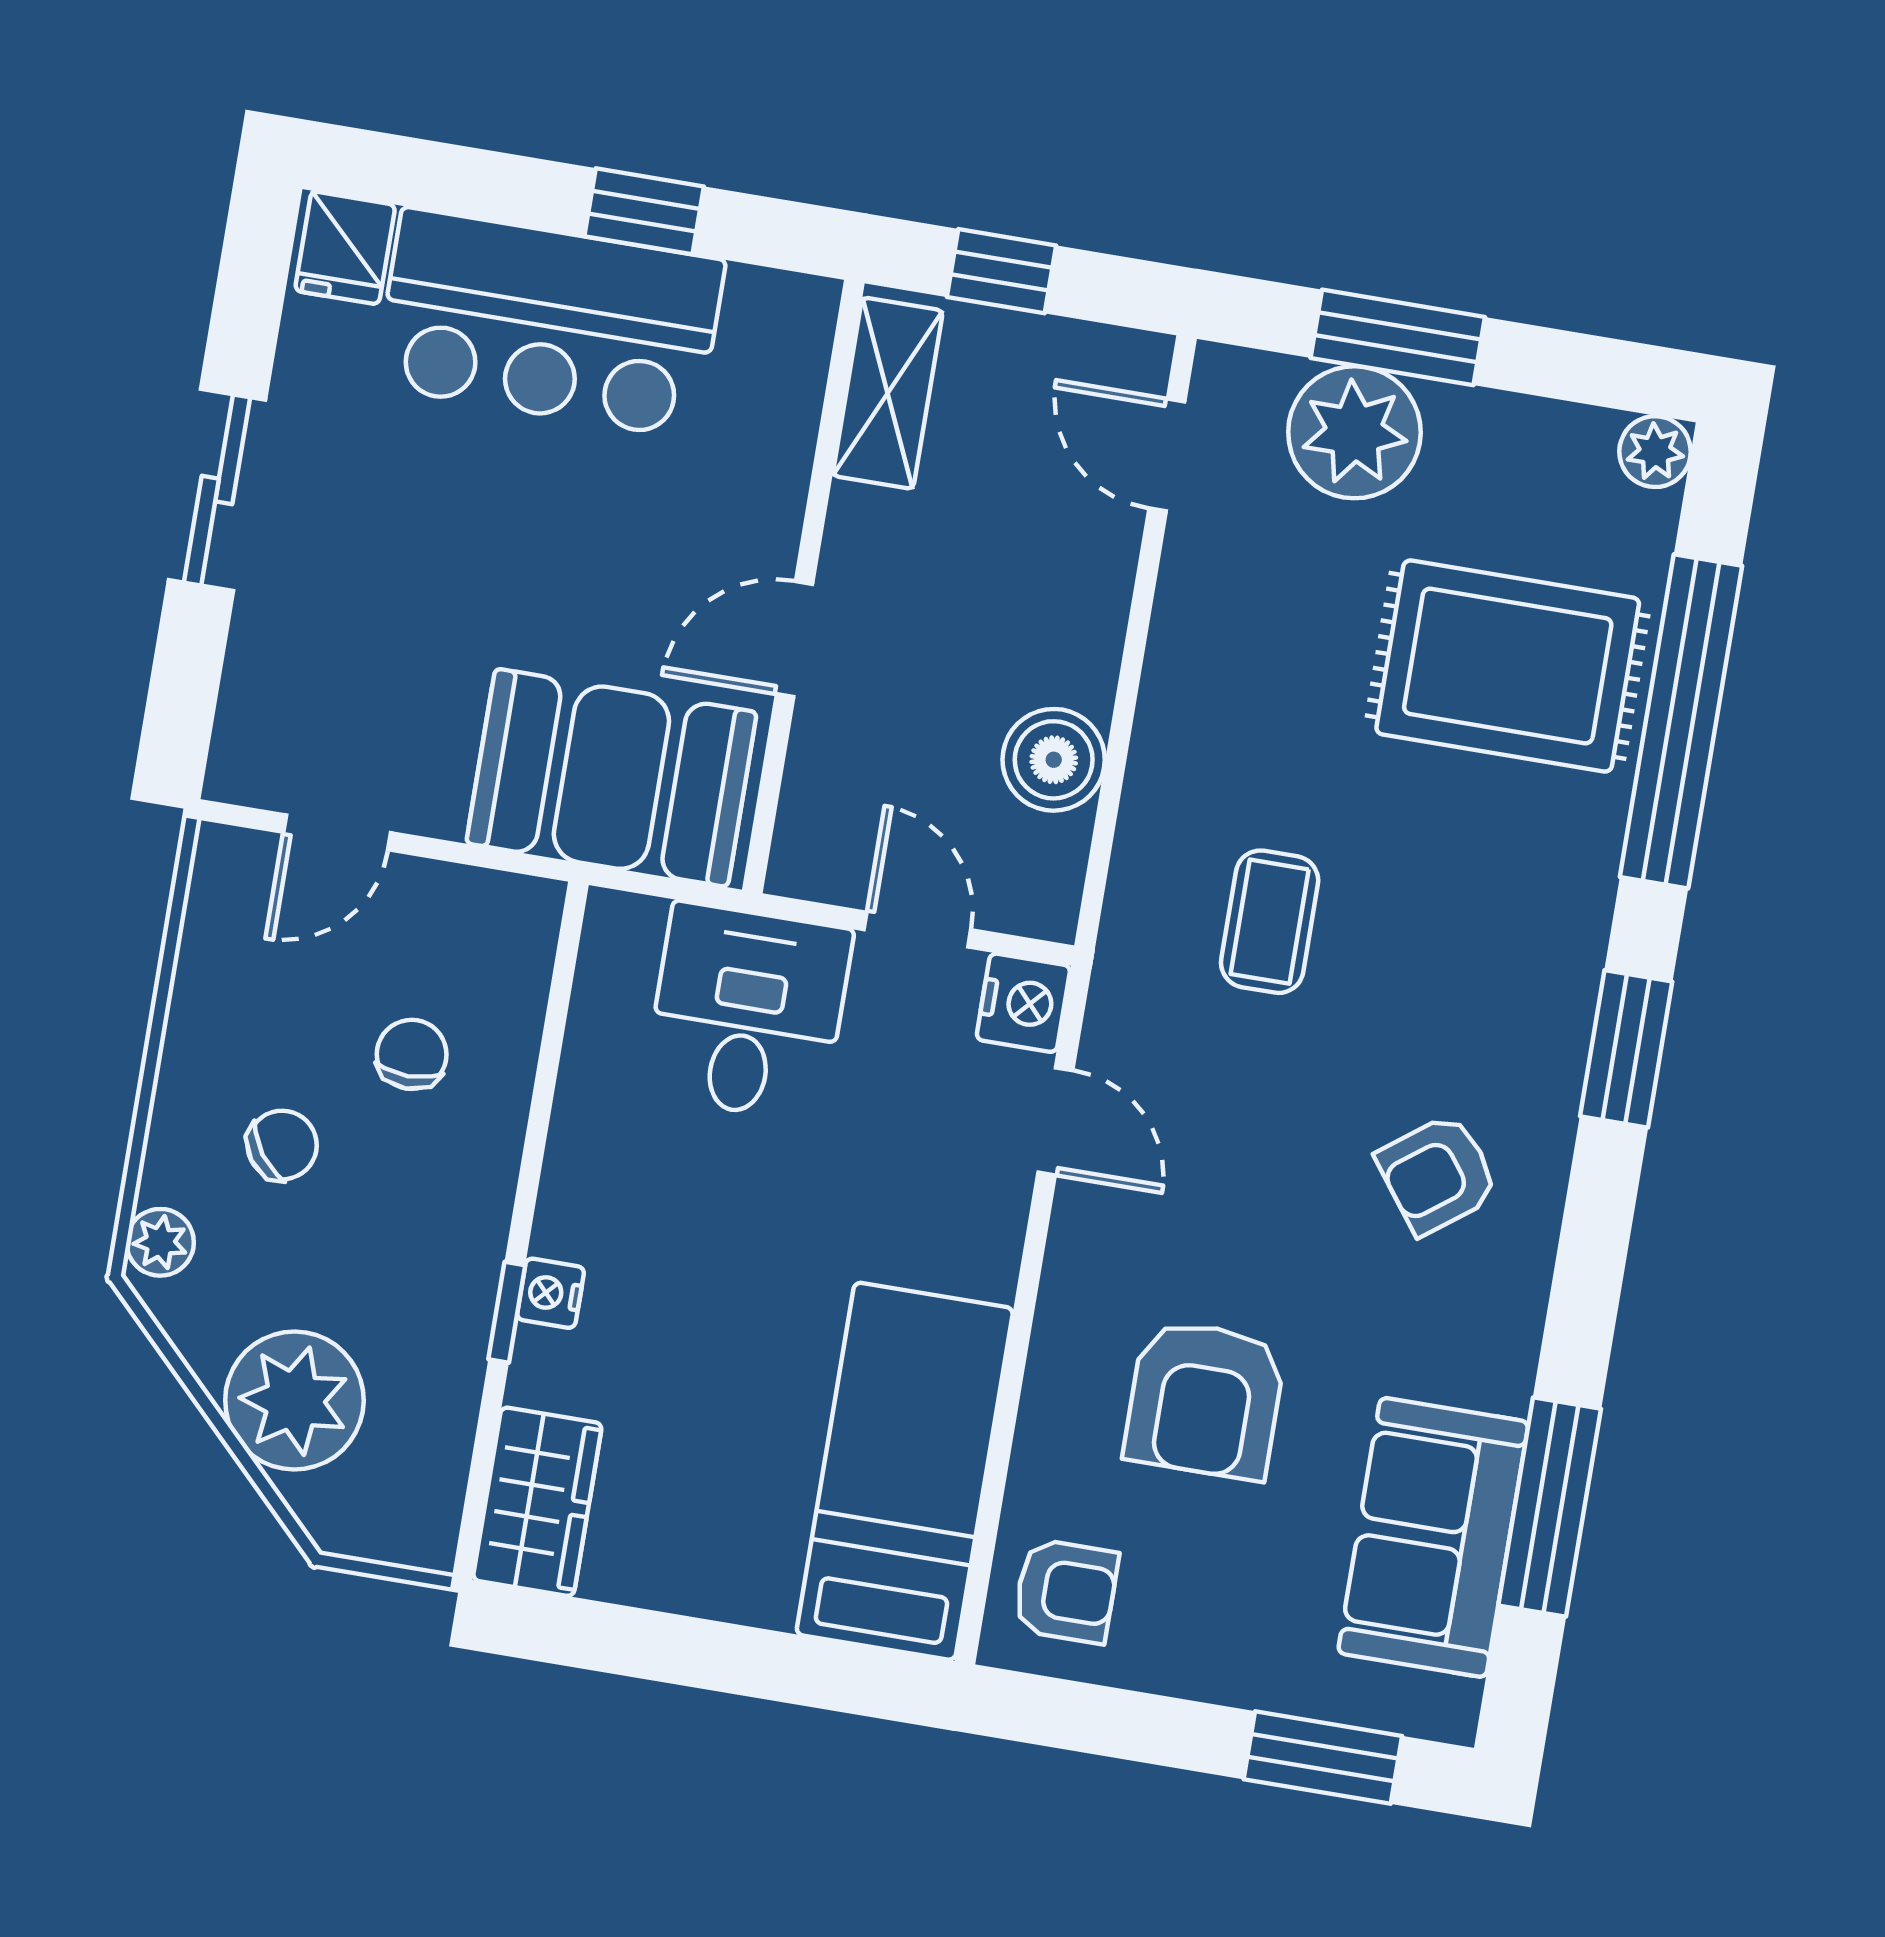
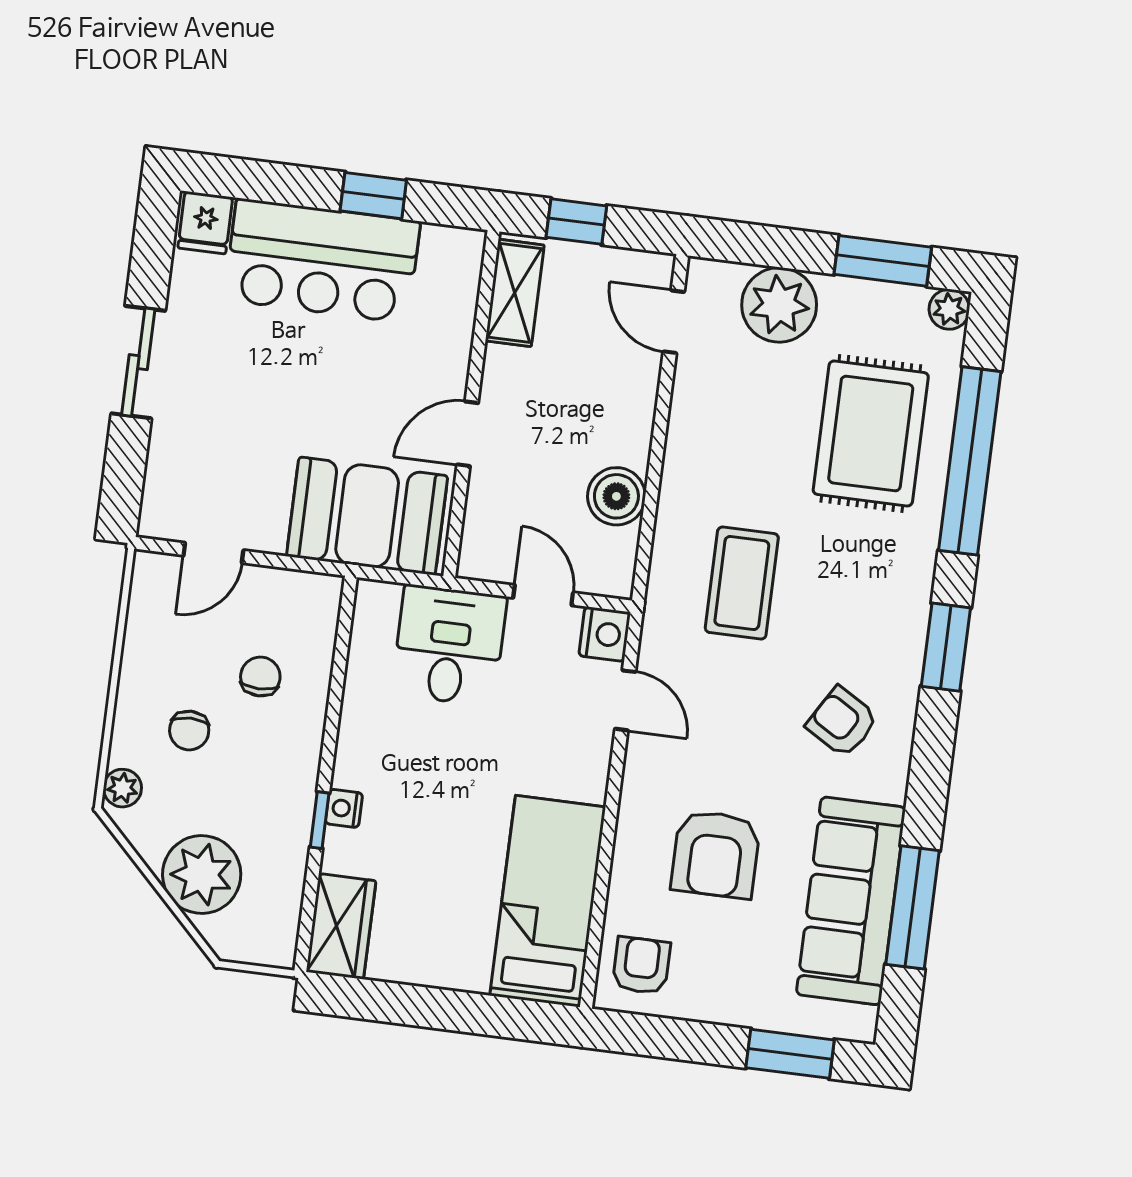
window: (1398, 337) -> (883, 261), moved
rug: (1508, 666) -> (871, 433), turned 90
coffee table: (1270, 922) -> (742, 583), width x1.36, depth x1.30
chair: (282, 1145) -> (189, 731), turned 126
armchair: (1438, 1174) -> (842, 722), turned 68
sofa: (1433, 1537) -> (851, 901), width x1.36
armchair: (1066, 1591) -> (641, 965), turned -90

